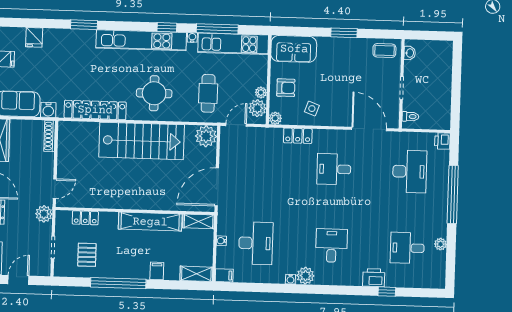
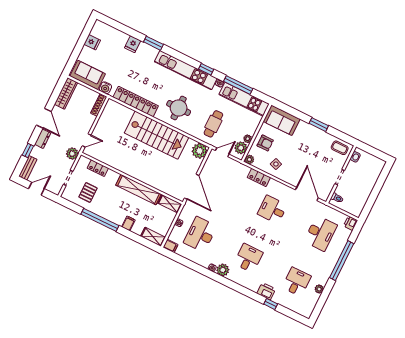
fridge: (34, 37) -> (133, 44), moved
door: (217, 187) -> (192, 187), swing flipped
desk: (256, 243) -> (200, 234), turned 180
desk: (407, 248) -> (297, 282), turned 90

